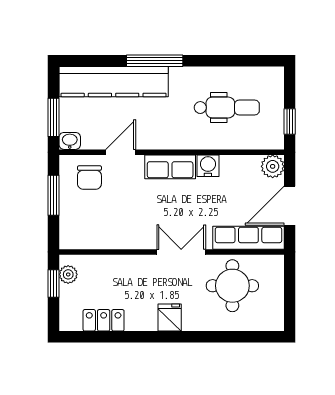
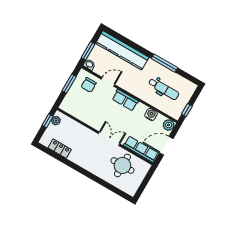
window: (155, 61) -> (164, 63), moved
water cooler: (208, 166) -> (151, 114), moved
fridge: (170, 318) -> (88, 164), removed

